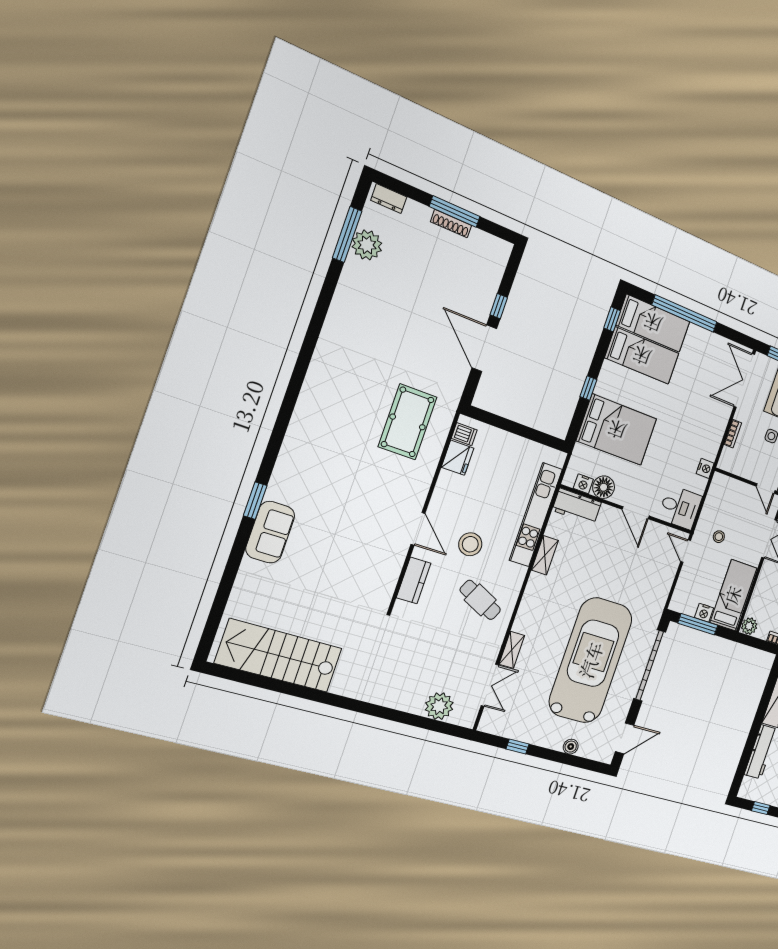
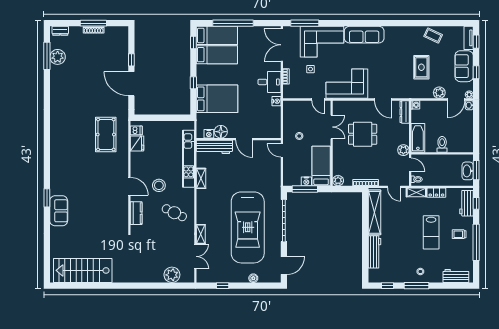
workbench: (577, 506) -> (214, 147), width x1.37
desk: (680, 507) -> (269, 82), moved
car: (591, 660) -> (248, 227), turned 180

